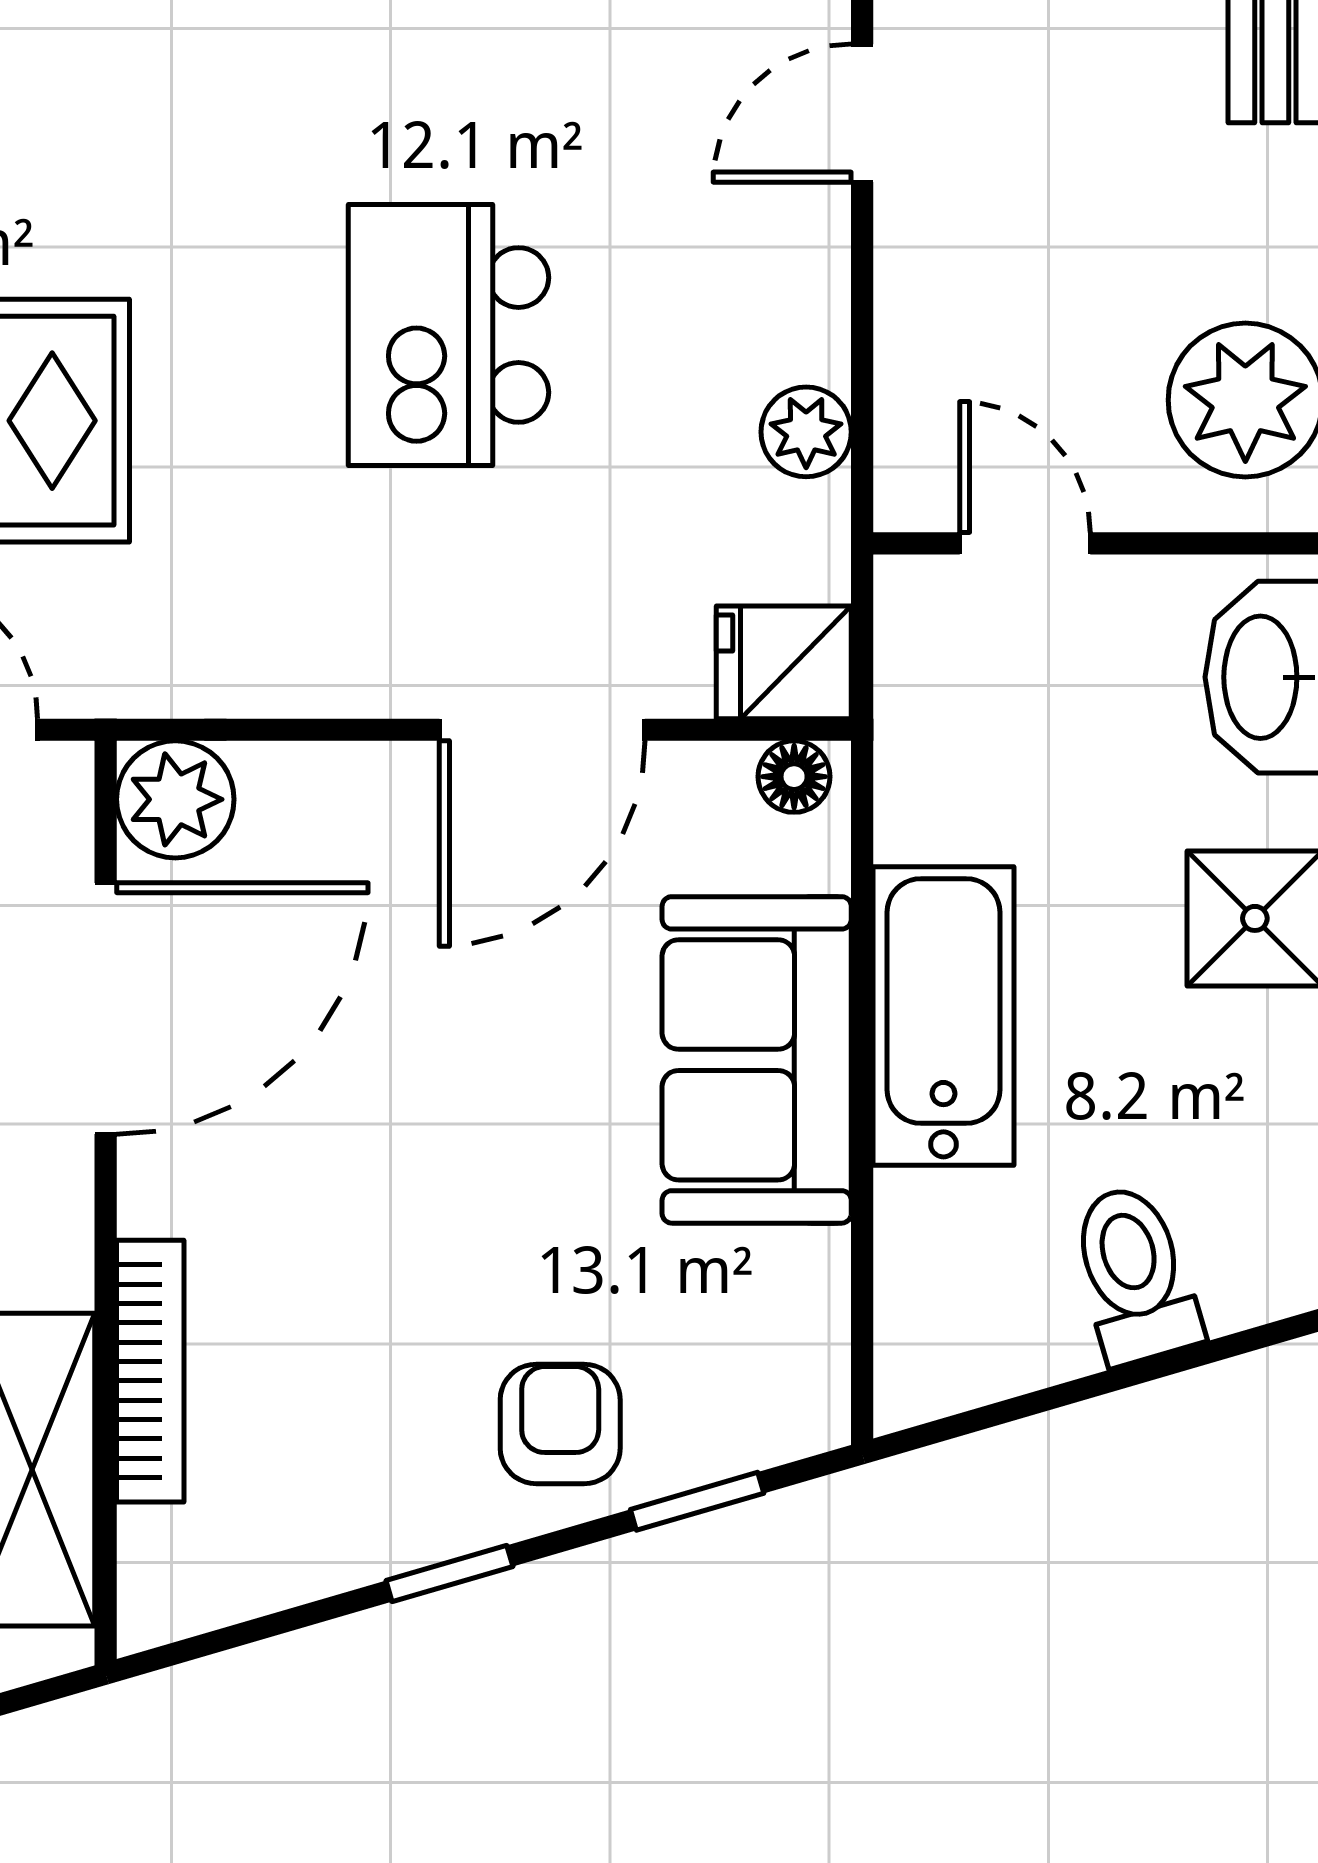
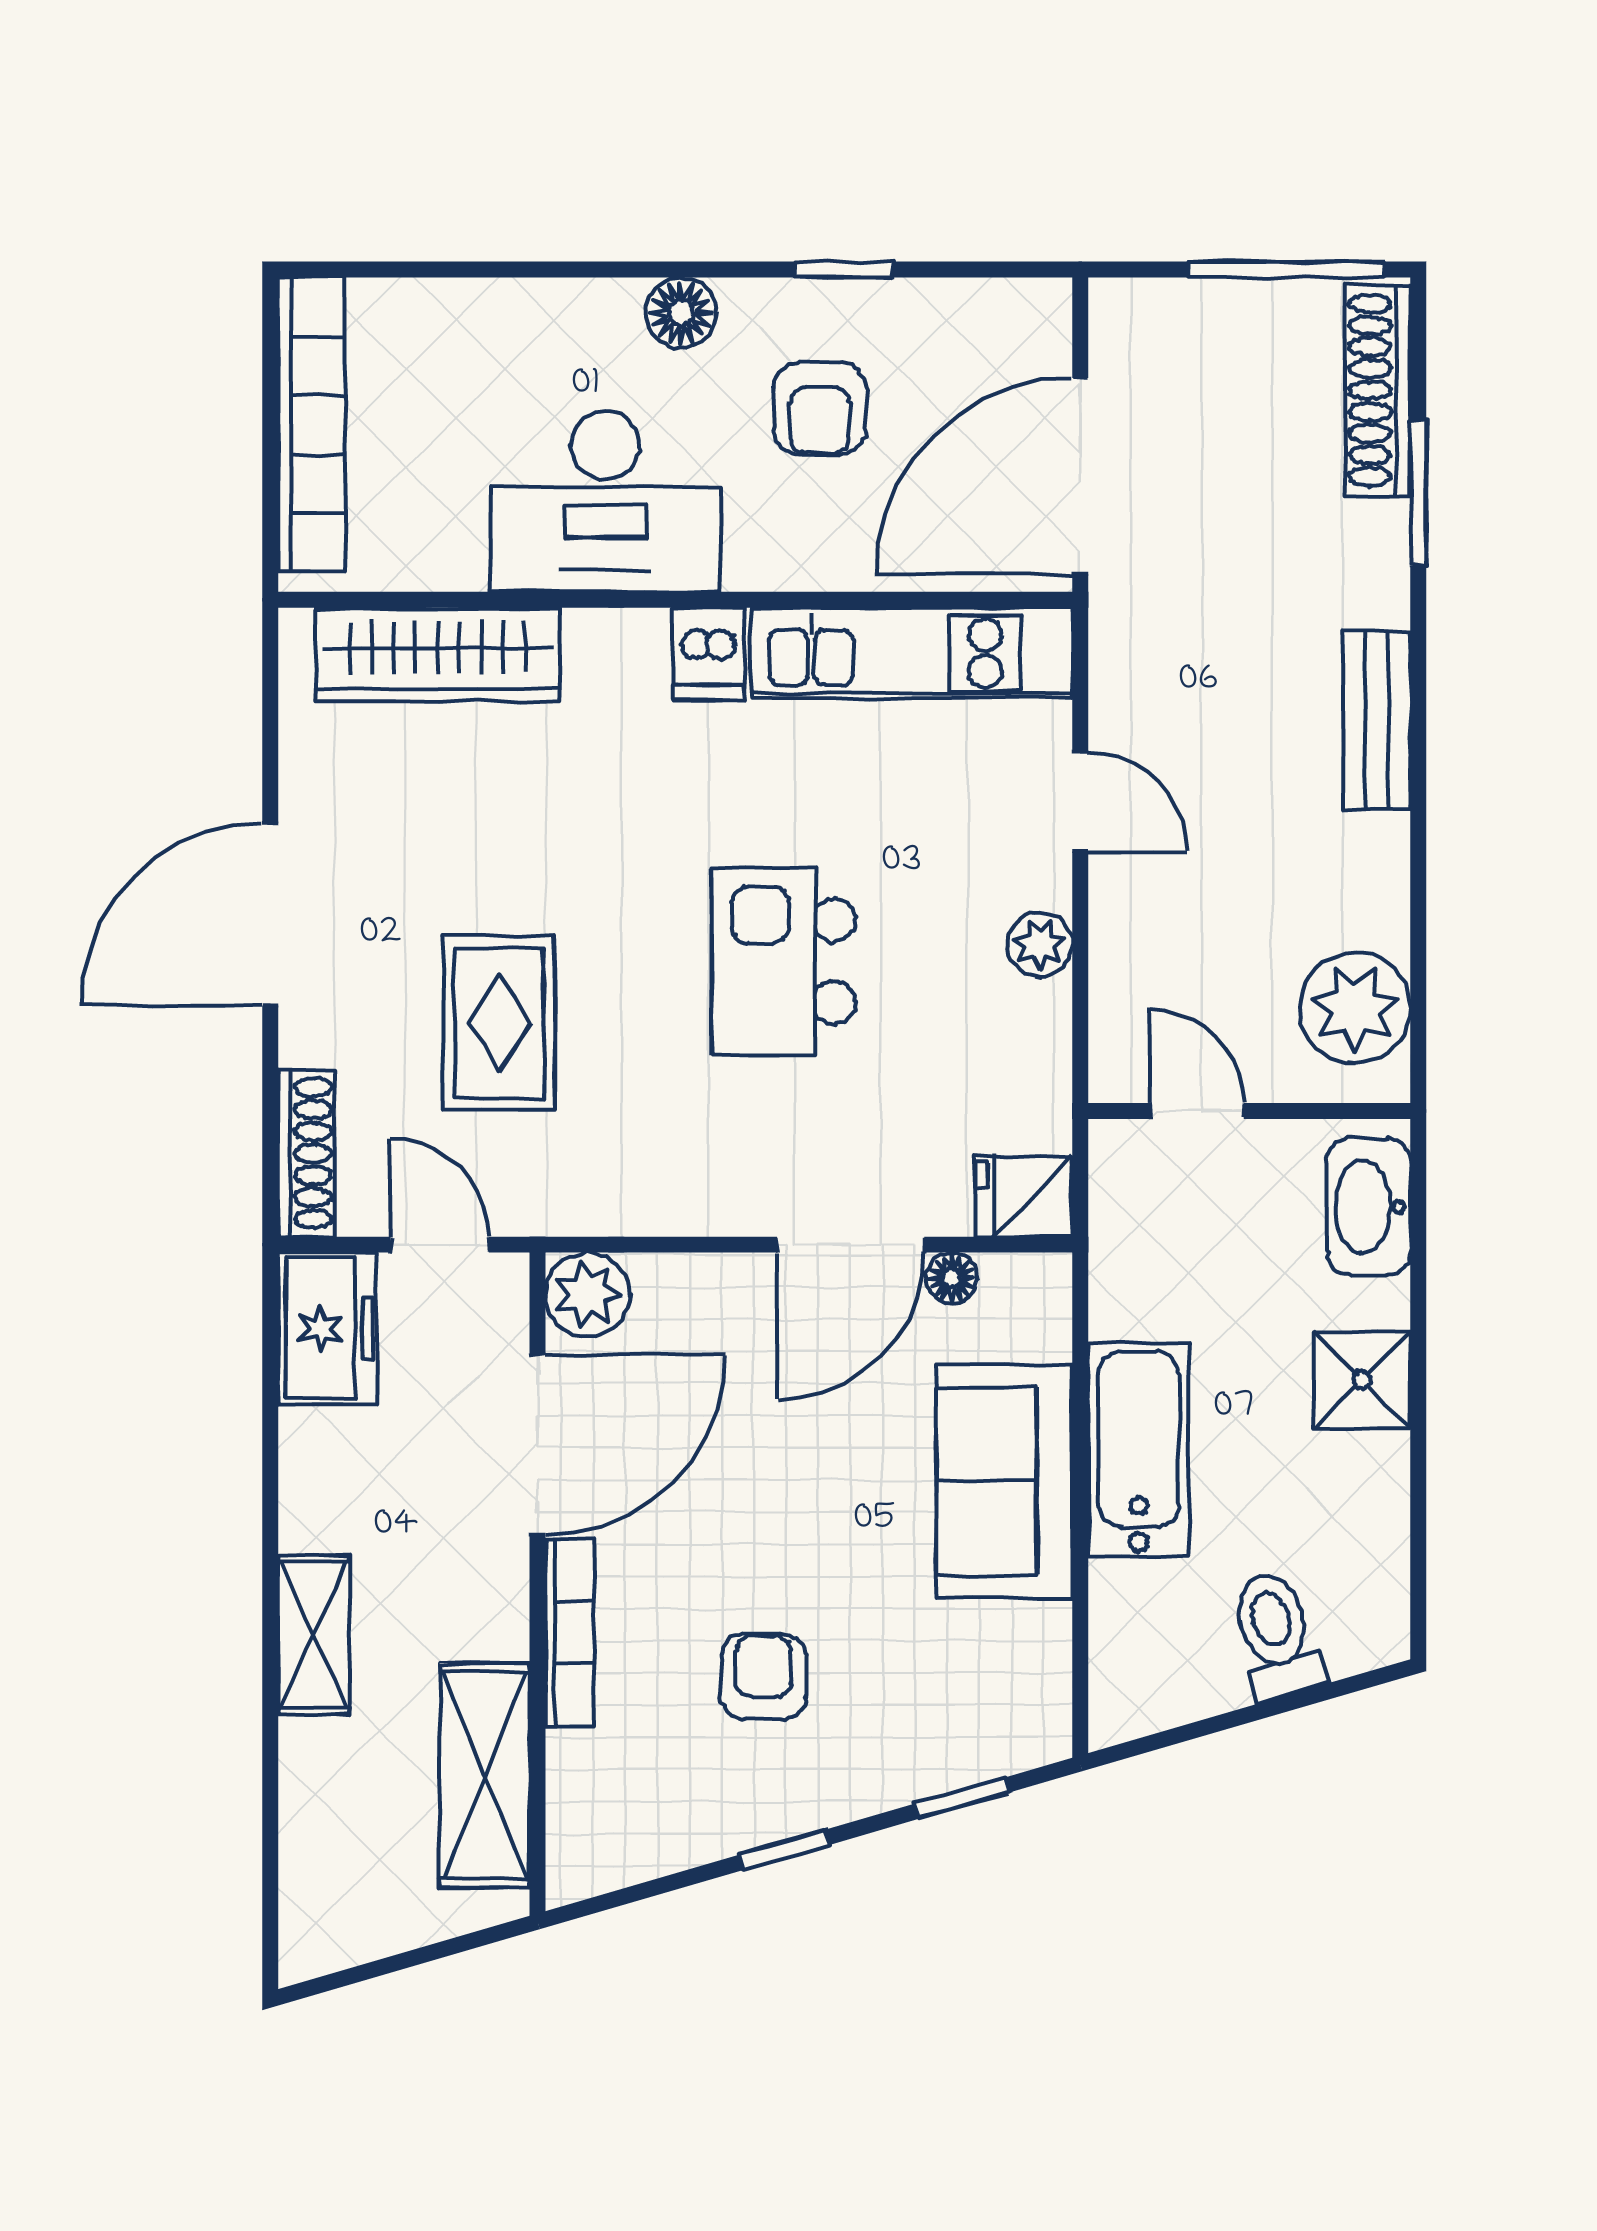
door: (862, 113) -> (1080, 802), swing flipped
plant: (806, 432) -> (1040, 944), moved
floor lamp: (794, 777) -> (952, 1278), moved
bookcase: (150, 1371) -> (570, 1633), moved
armchair: (560, 1424) -> (764, 1677), moved

